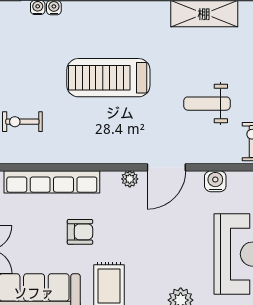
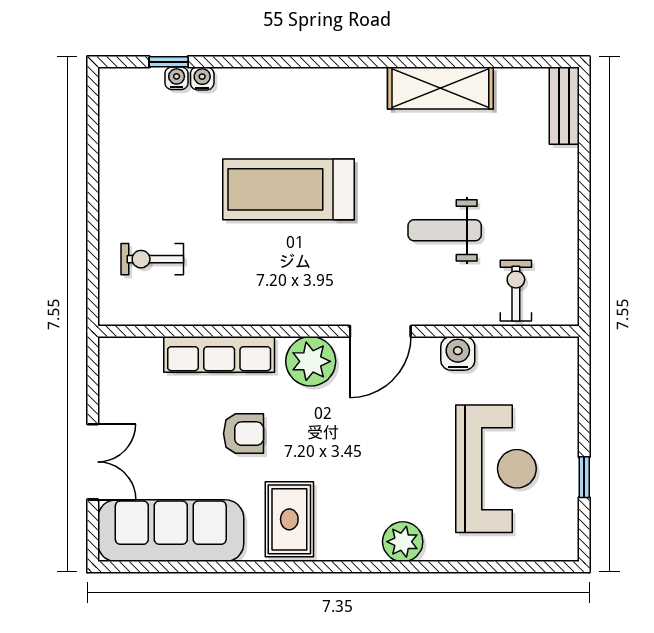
plant: (130, 179) -> (311, 361), width x1.88, depth x1.88
row of seats: (52, 182) -> (219, 354), width x0.73

